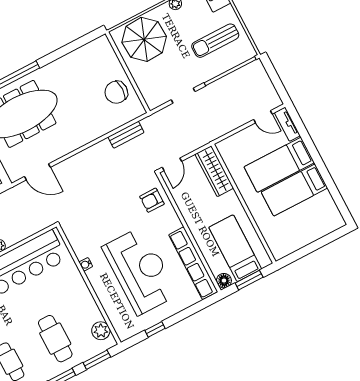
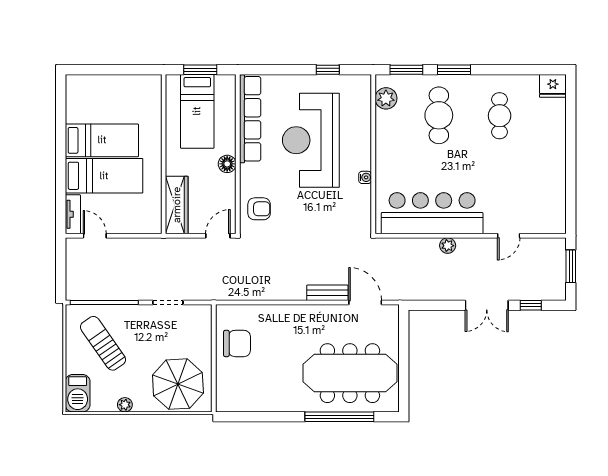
sun lounger: (215, 41) -> (103, 343), turned -125
bench: (126, 135) -> (327, 293), moved
floor lamp: (224, 281) -> (227, 164), moved

